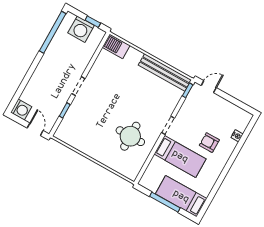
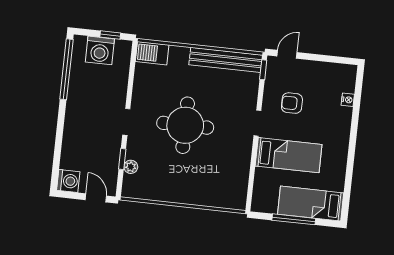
plant: (68, 118) -> (131, 167), added
round table: (130, 136) -> (185, 125), moved, width x1.36, depth x1.36
armchair: (209, 143) -> (292, 103), moved

